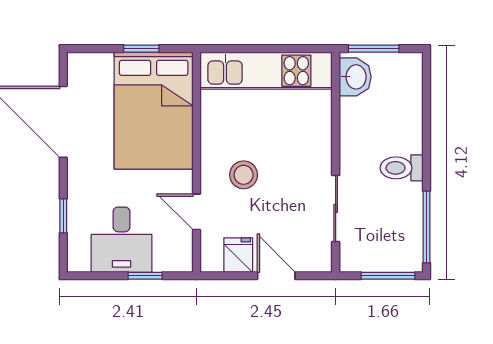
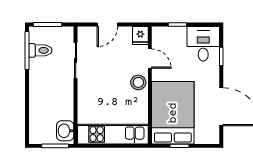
toilet: (402, 168) -> (40, 50), moved
stool: (244, 175) -> (138, 82), moved
desk: (121, 240) -> (203, 44), moved
fridge: (238, 255) -> (140, 36), moved
door: (276, 276) -> (107, 25), hinge flipped

